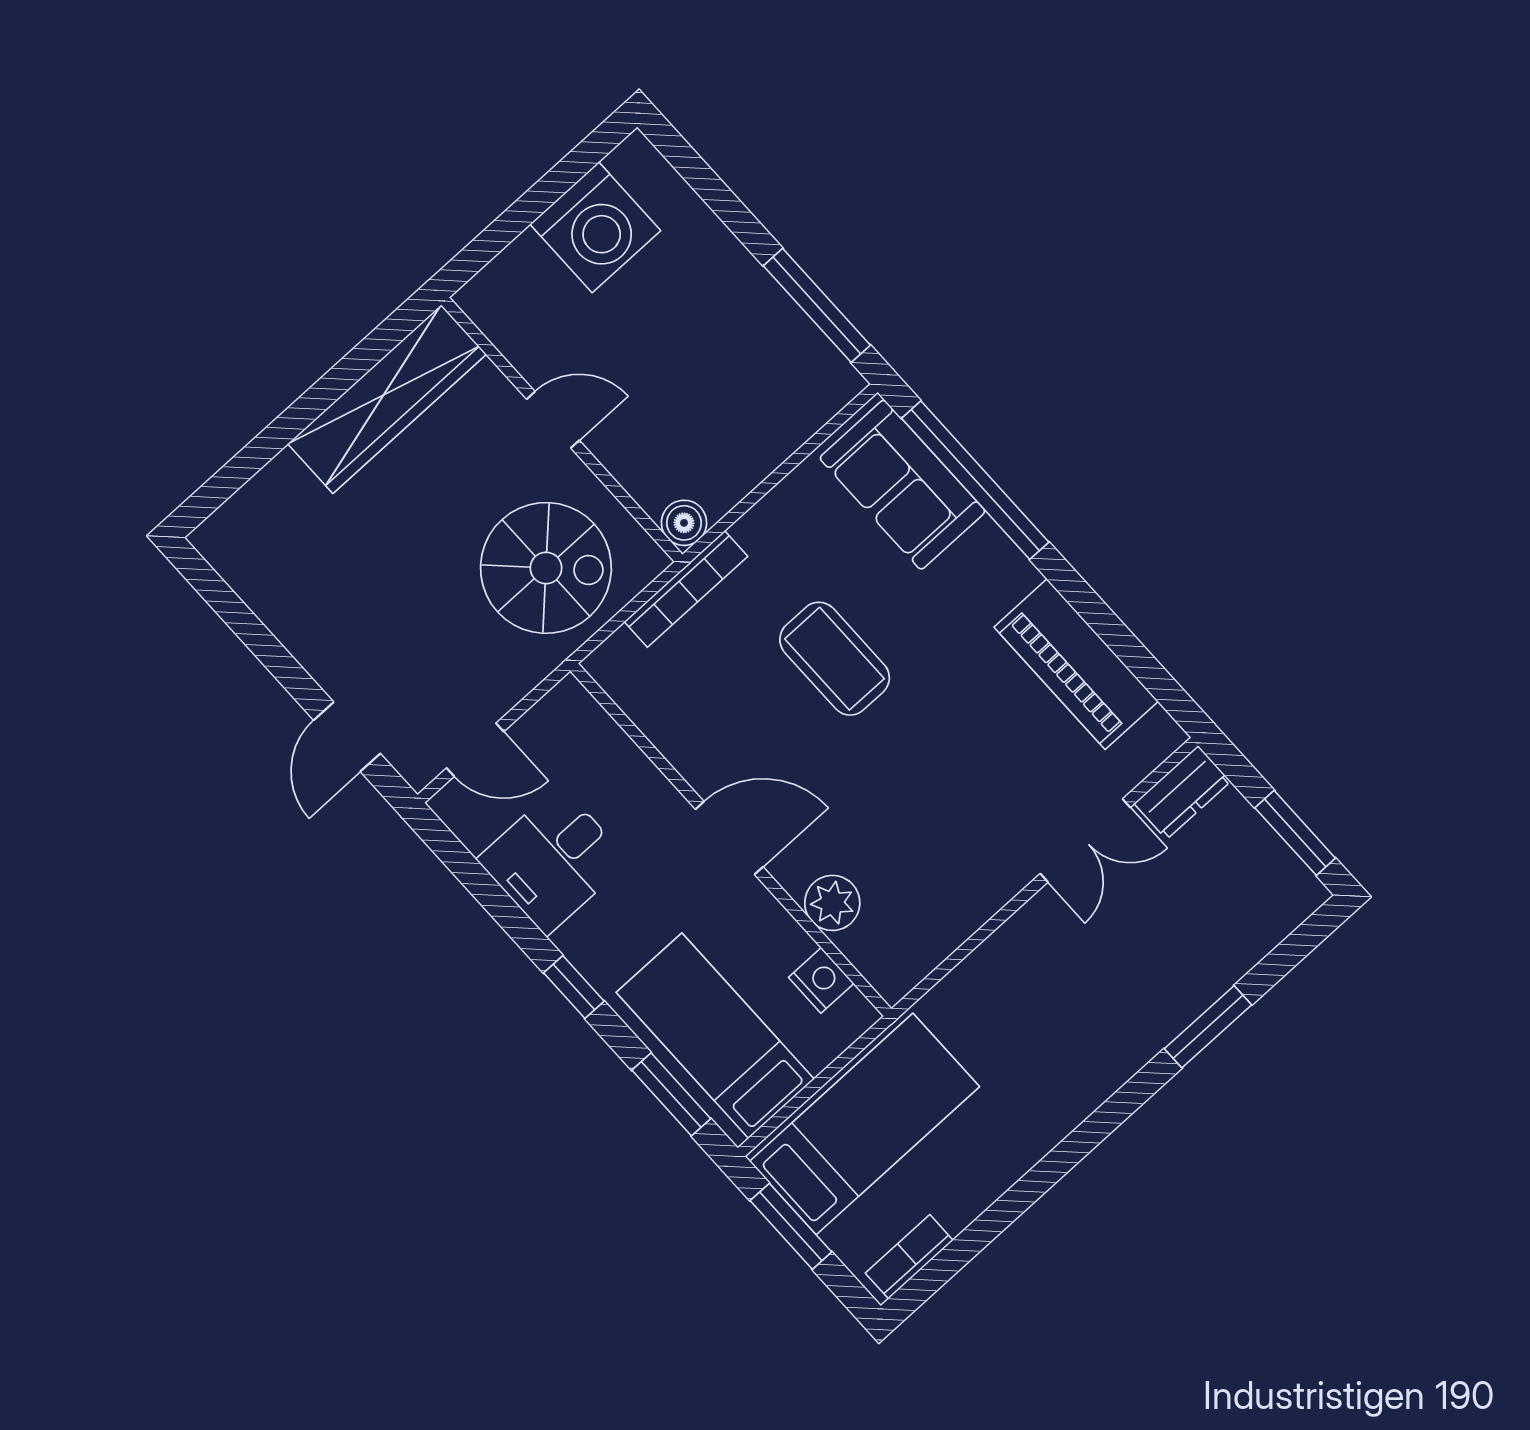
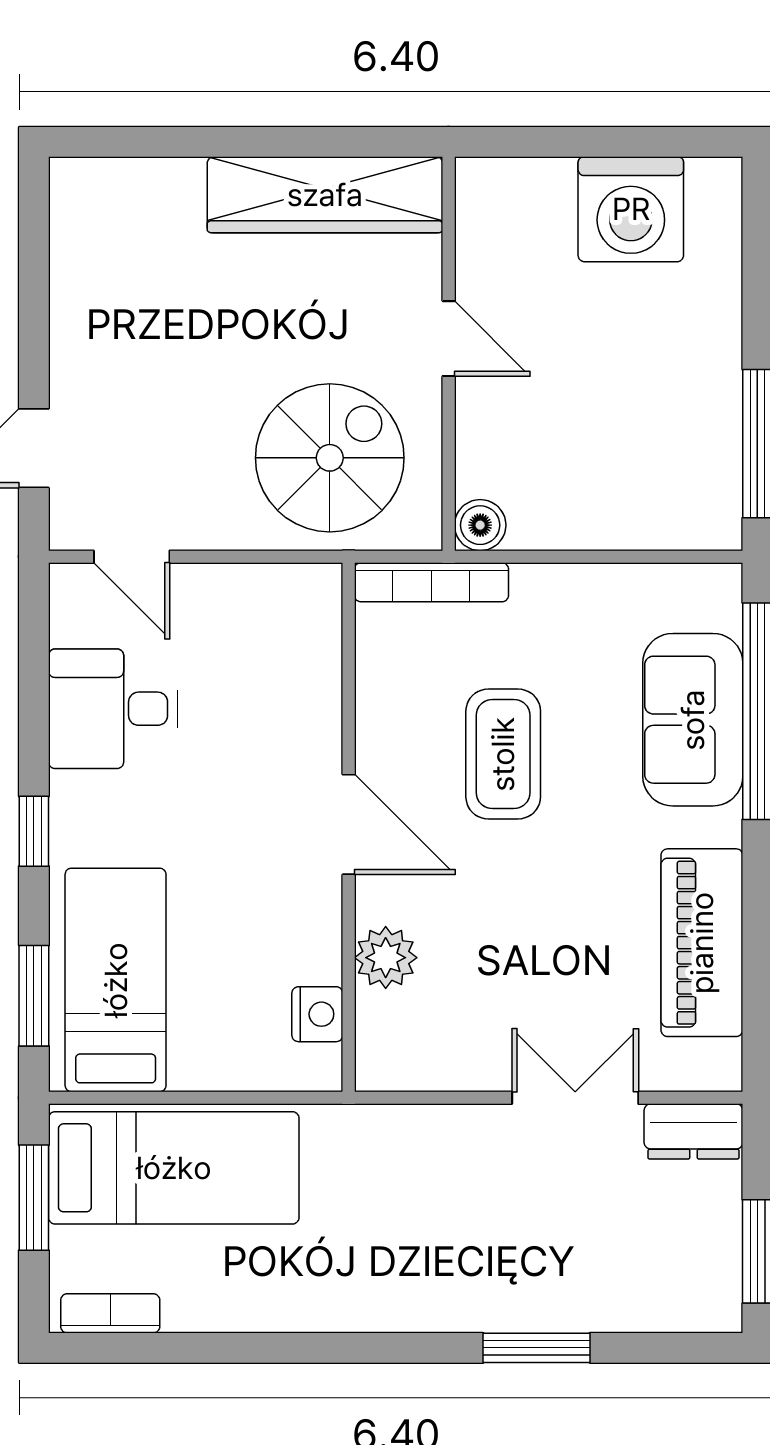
sofa: (902, 485) -> (693, 720), moved
spiral stairs: (546, 568) -> (330, 458), turned -90
door: (729, 838) -> (349, 824), moved
wall: (731, 840) -> (349, 827), moved
double door: (1085, 841) -> (575, 1098), swing flipped
plant: (832, 903) -> (386, 958), moved
nightstand: (821, 980) -> (317, 1014), moved

